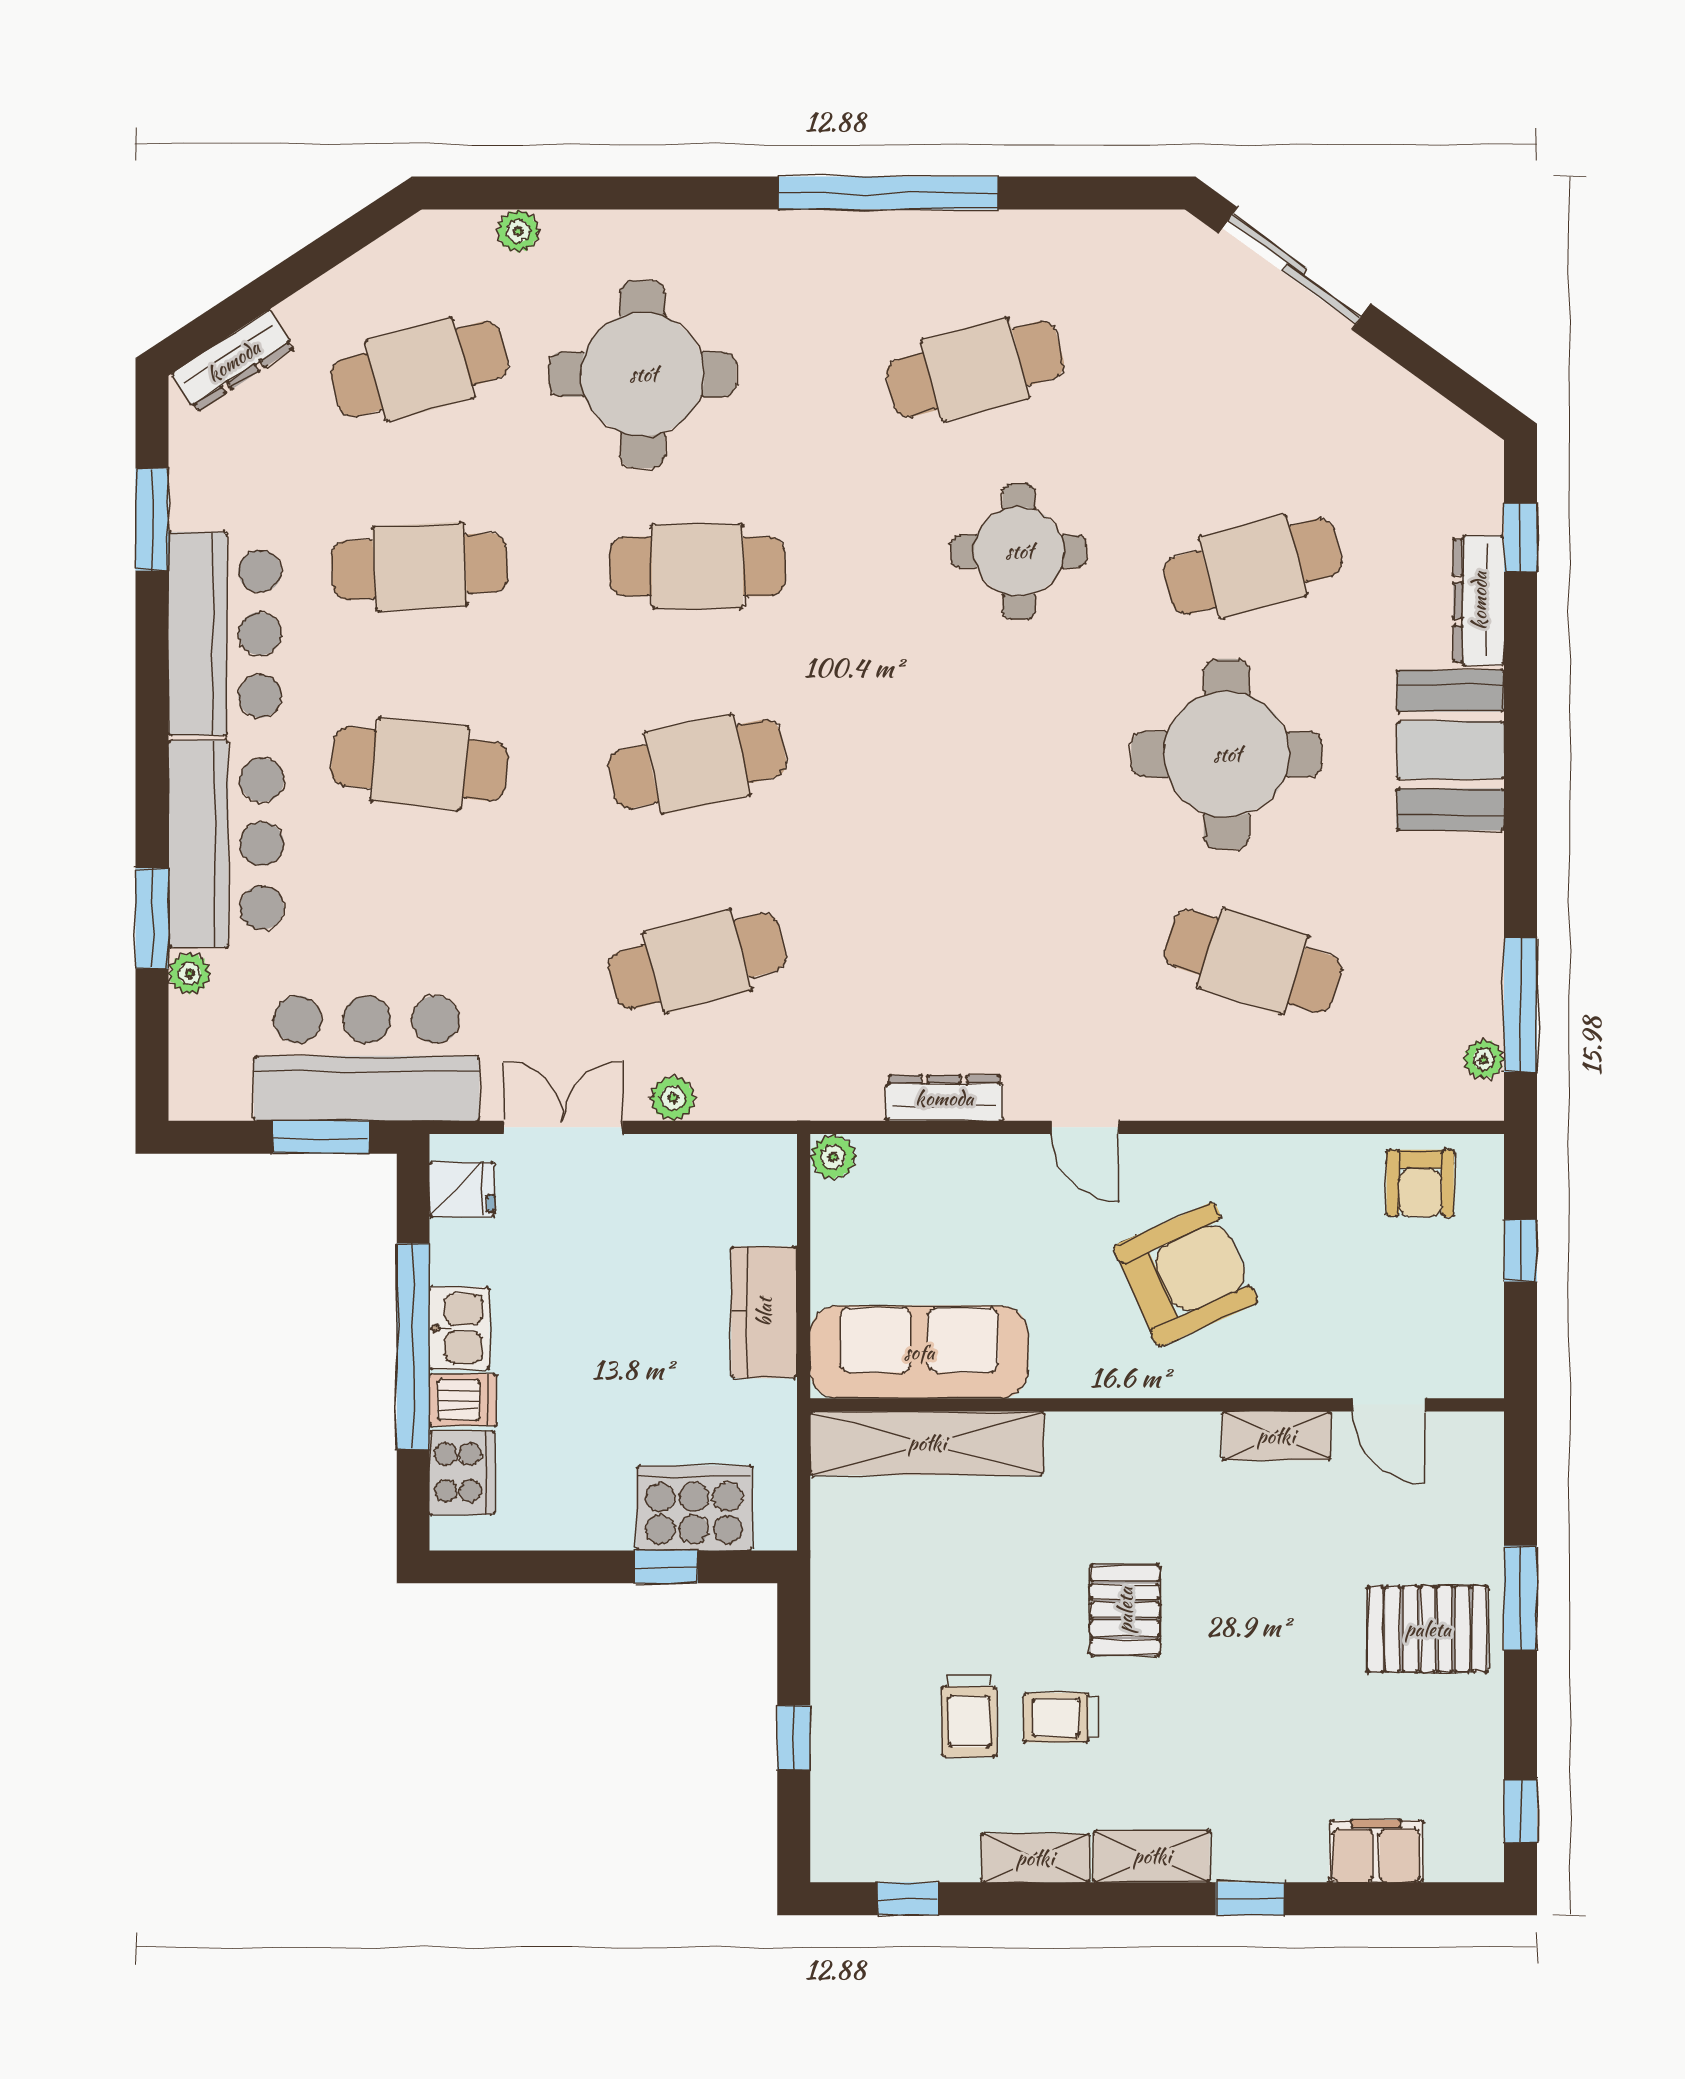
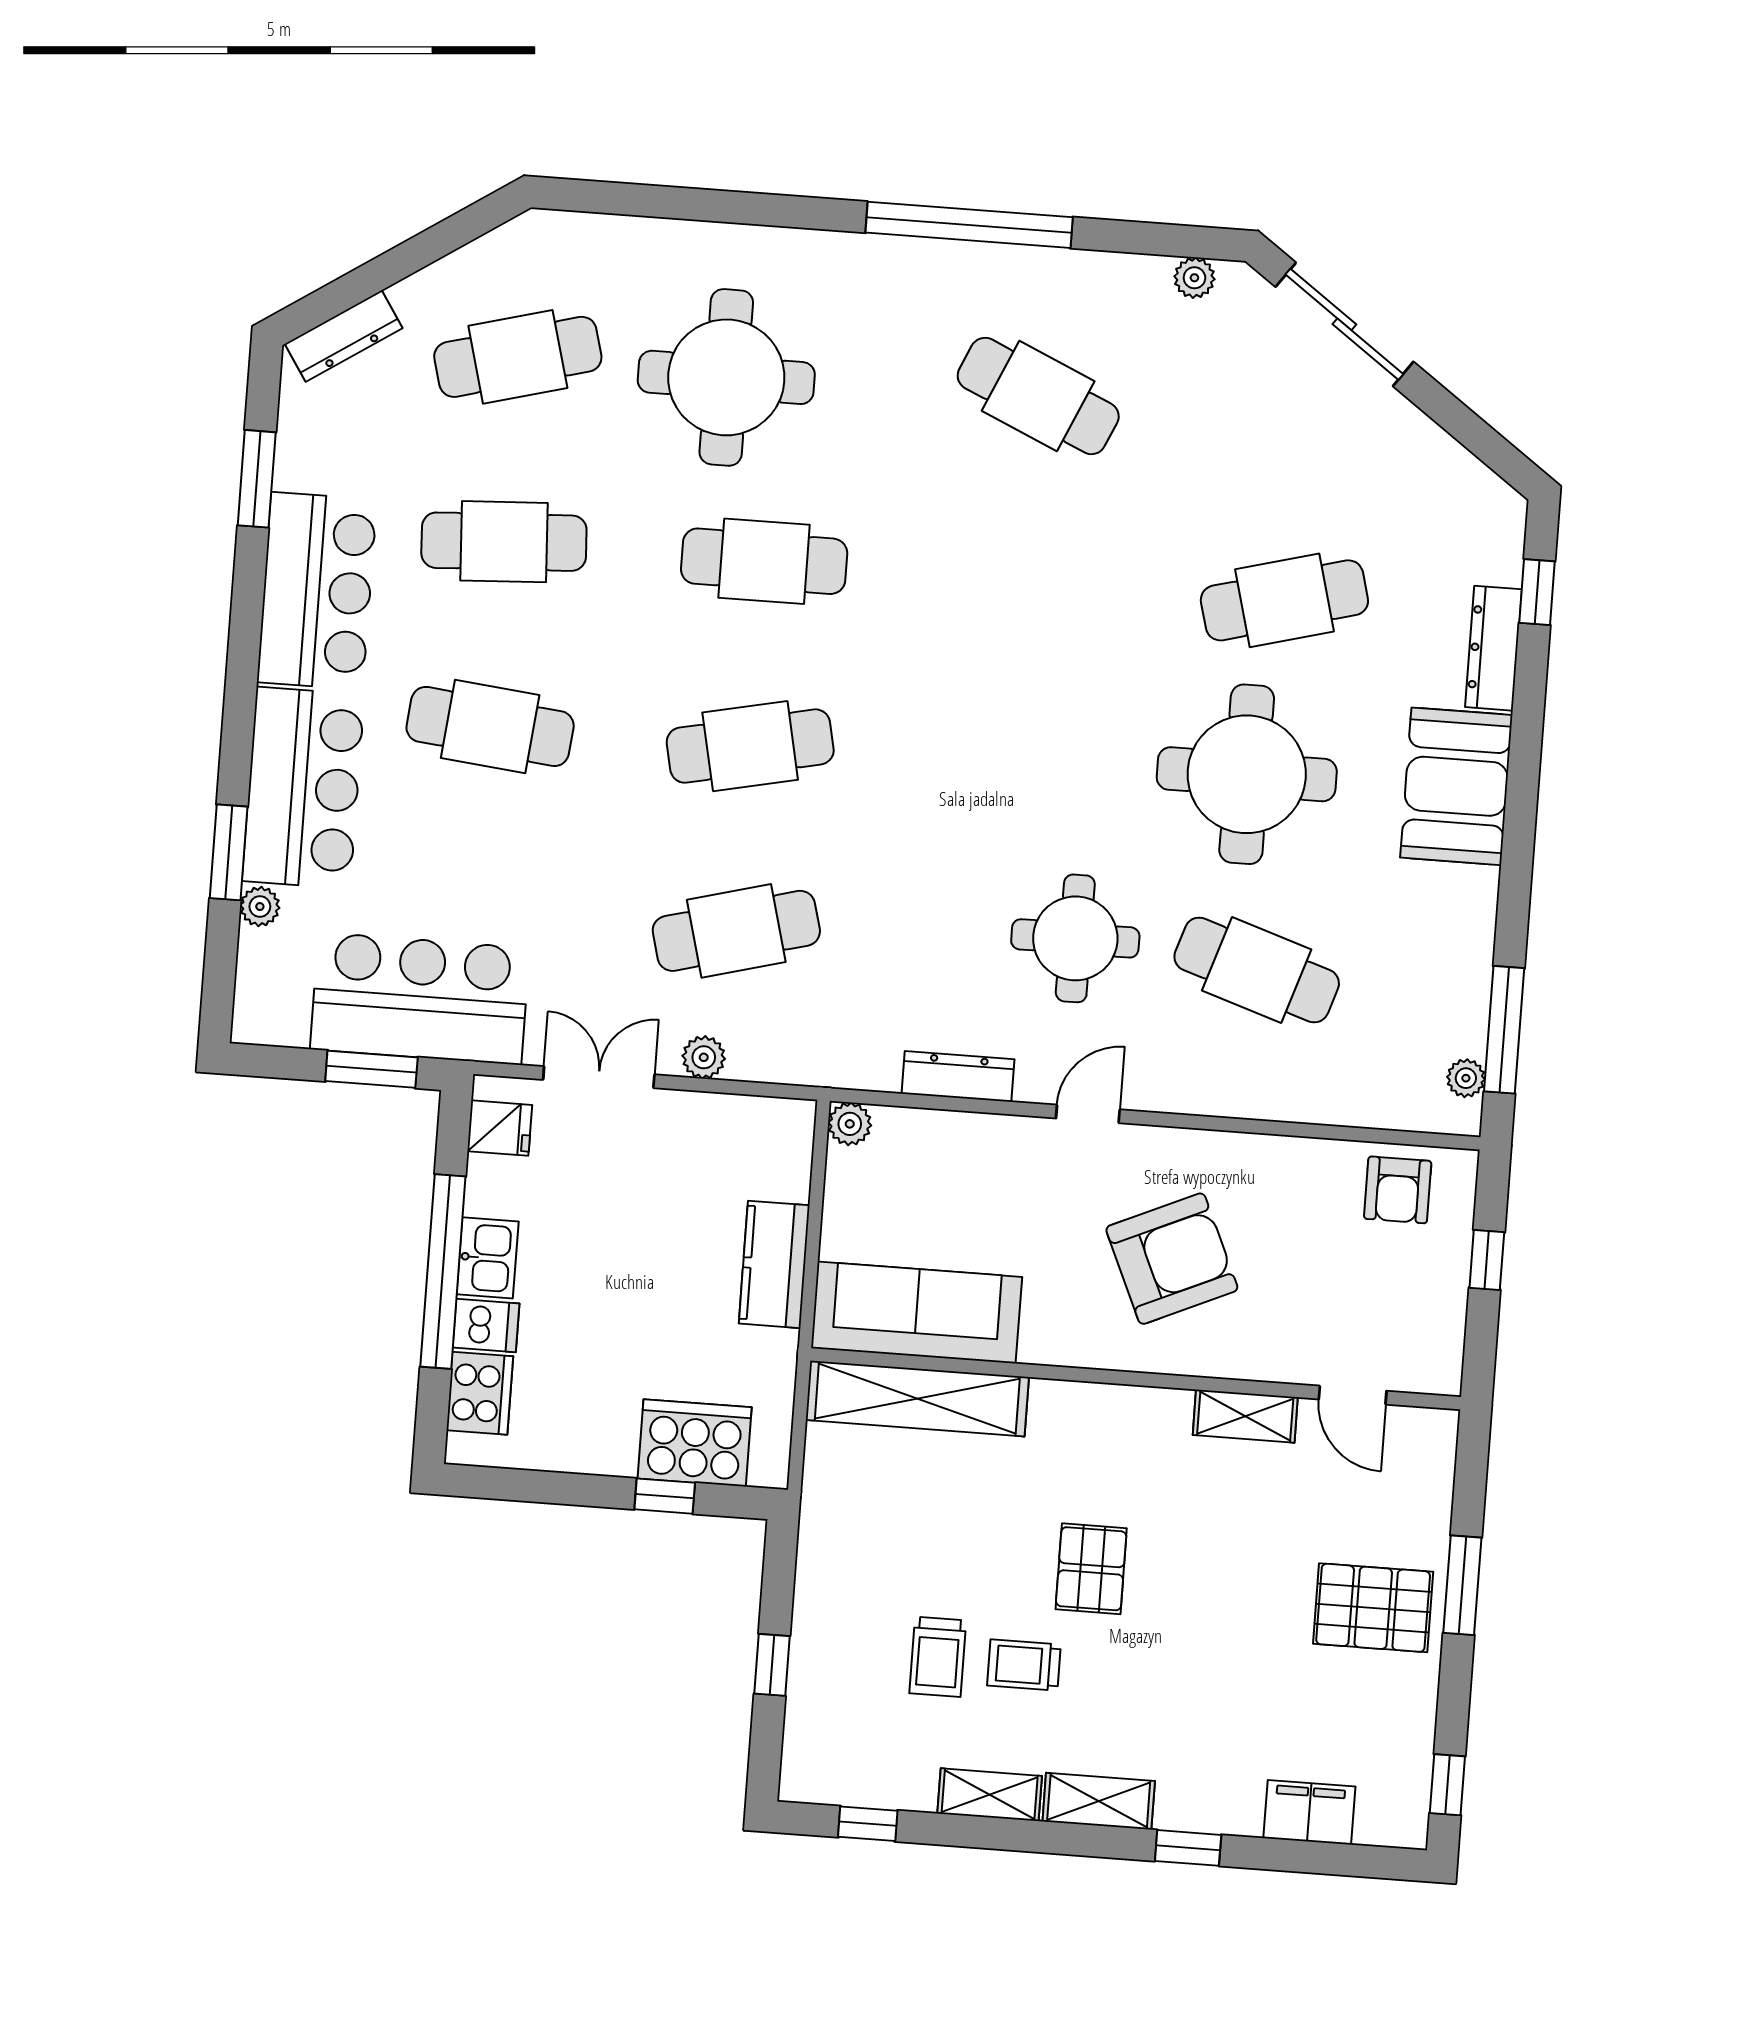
plant: (518, 231) -> (1194, 278), moved
cafe table: (975, 369) -> (1038, 396), turned 39
round table: (1019, 551) -> (1075, 938), moved
door: (1085, 1127) -> (1088, 1114), swing flipped

